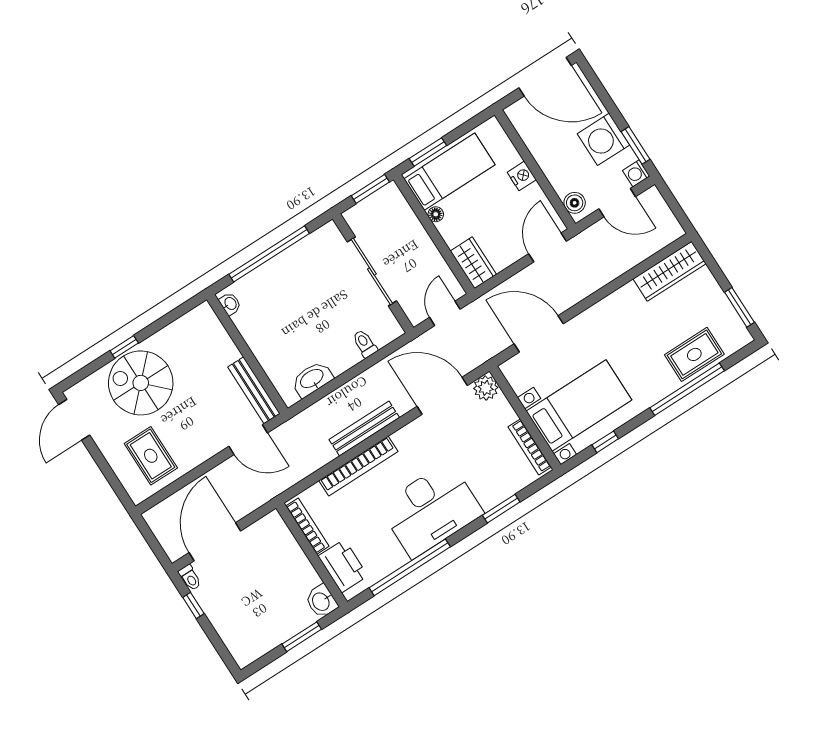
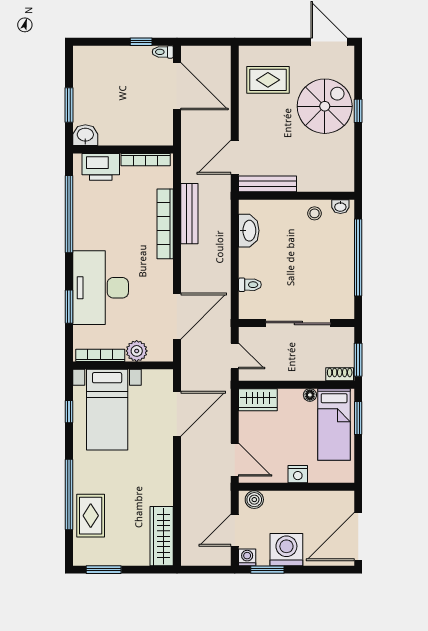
shoe rack: (396, 198) -> (340, 374), added
stool: (253, 325) -> (314, 213), added
plant: (486, 388) -> (137, 351), moved
bench: (364, 429) -> (189, 214), moved
desk: (431, 510) -> (101, 288), moved

